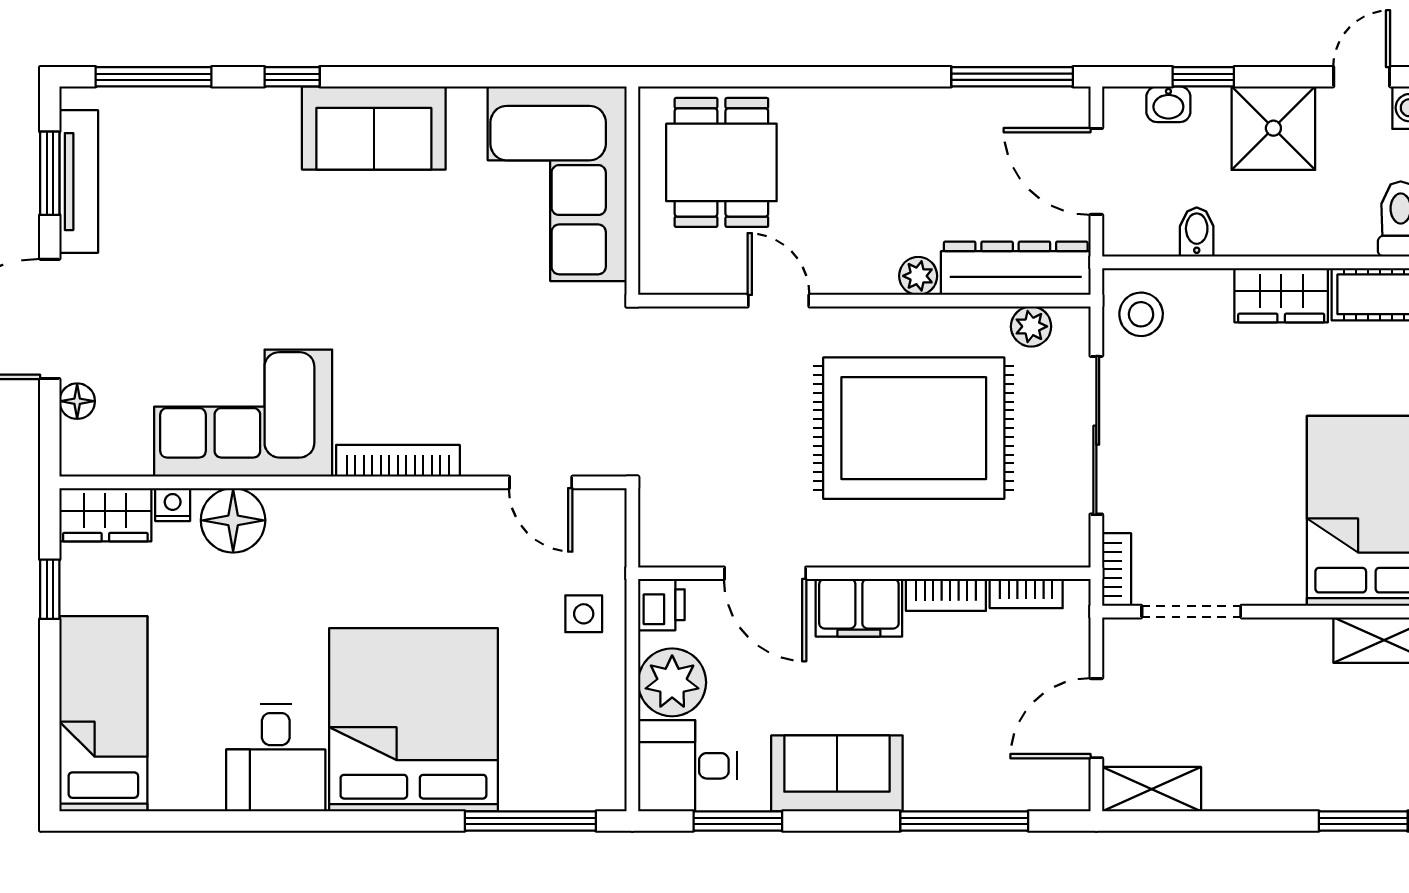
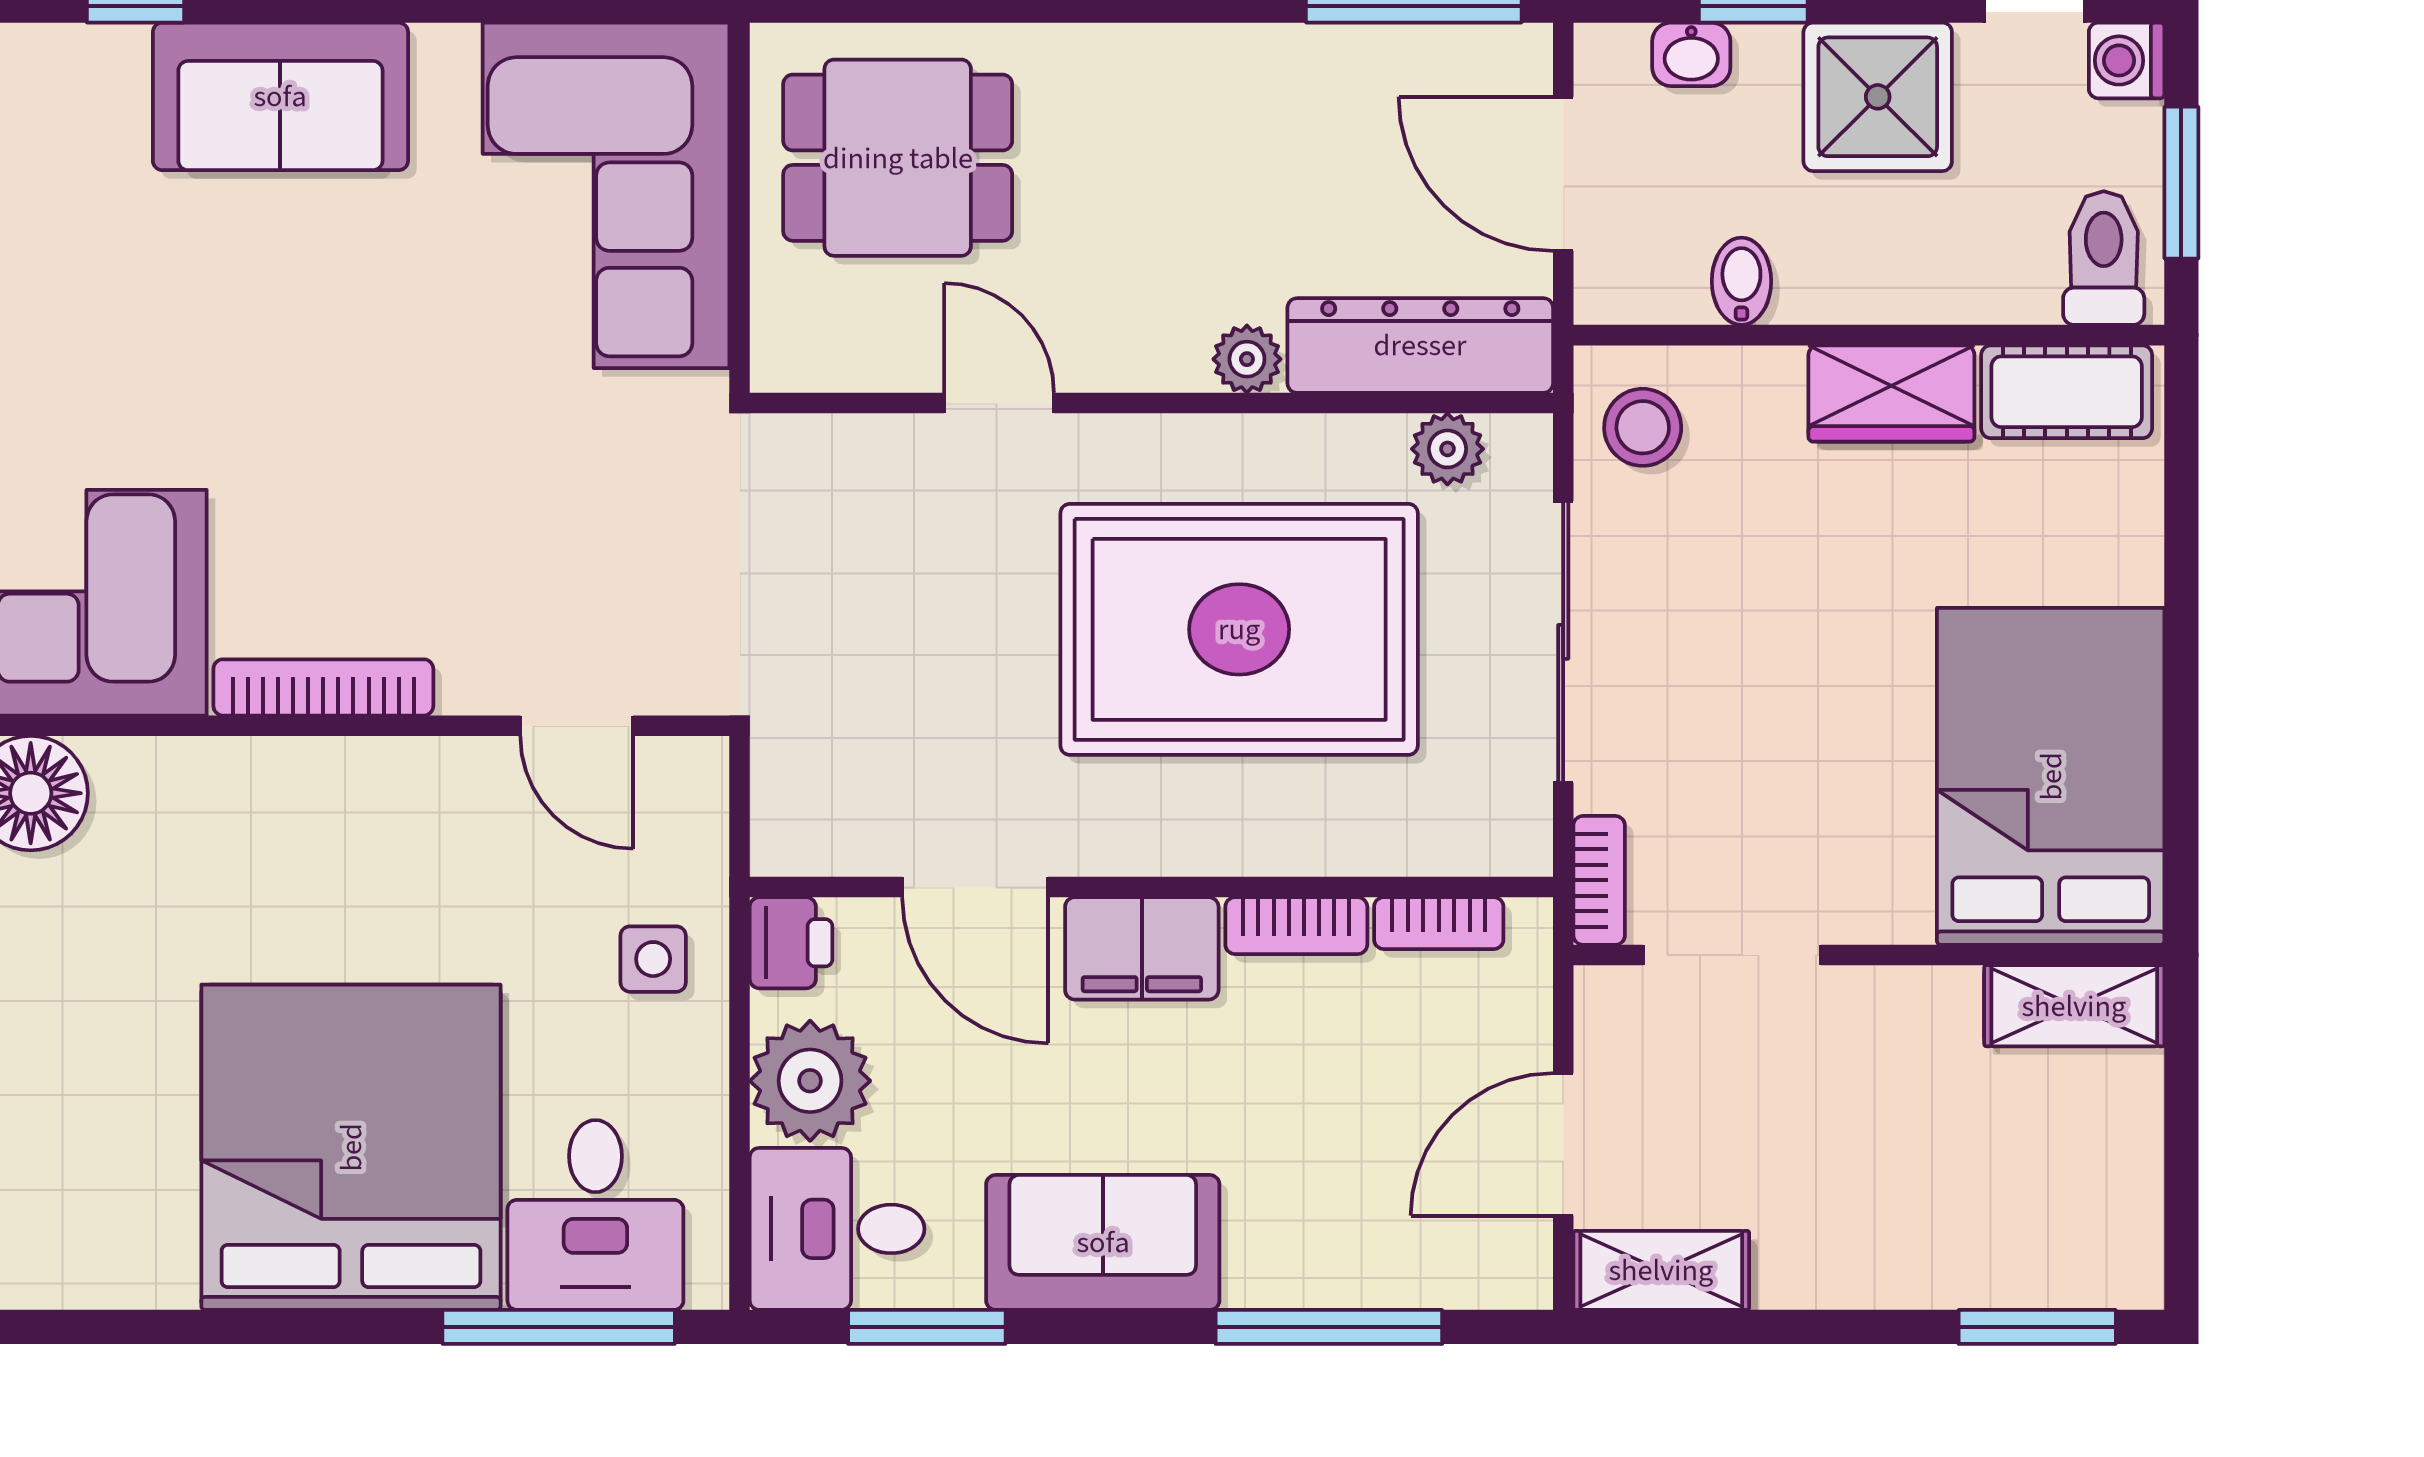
dining table: (721, 162) -> (898, 158), turned 90
desk: (276, 758) -> (595, 1215), moved

